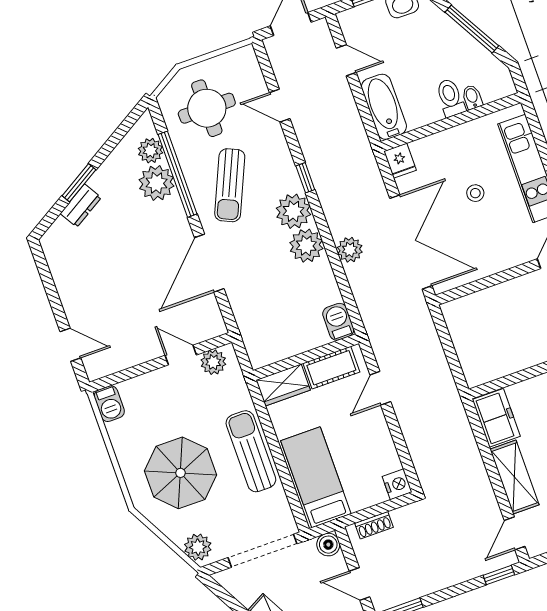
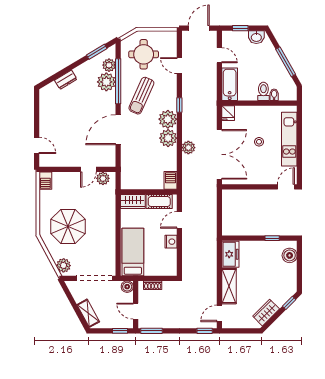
window: (79, 183) -> (97, 52), moved
door: (181, 355) -> (88, 169), swing flipped
sun lounger: (251, 451) -> (106, 228), removed
nightstand: (397, 484) -> (171, 242), moved

